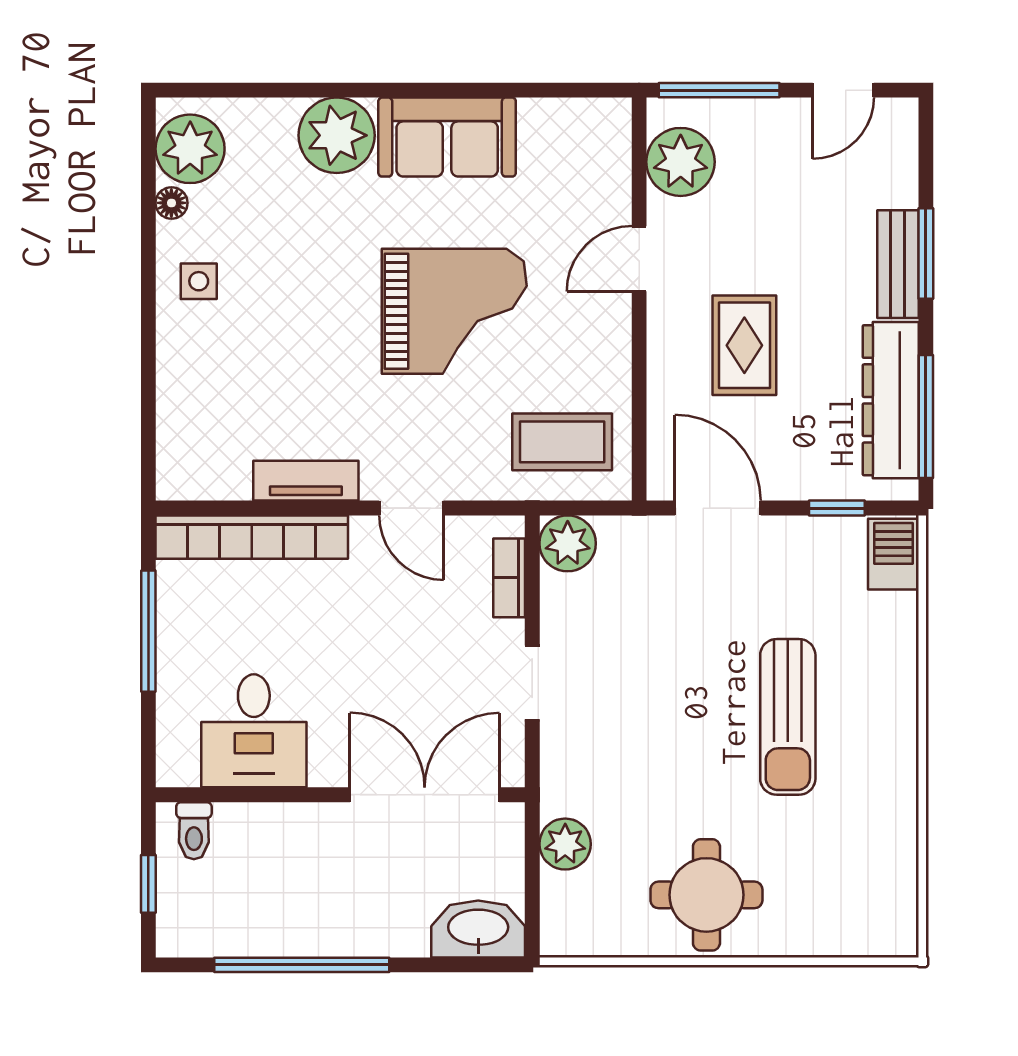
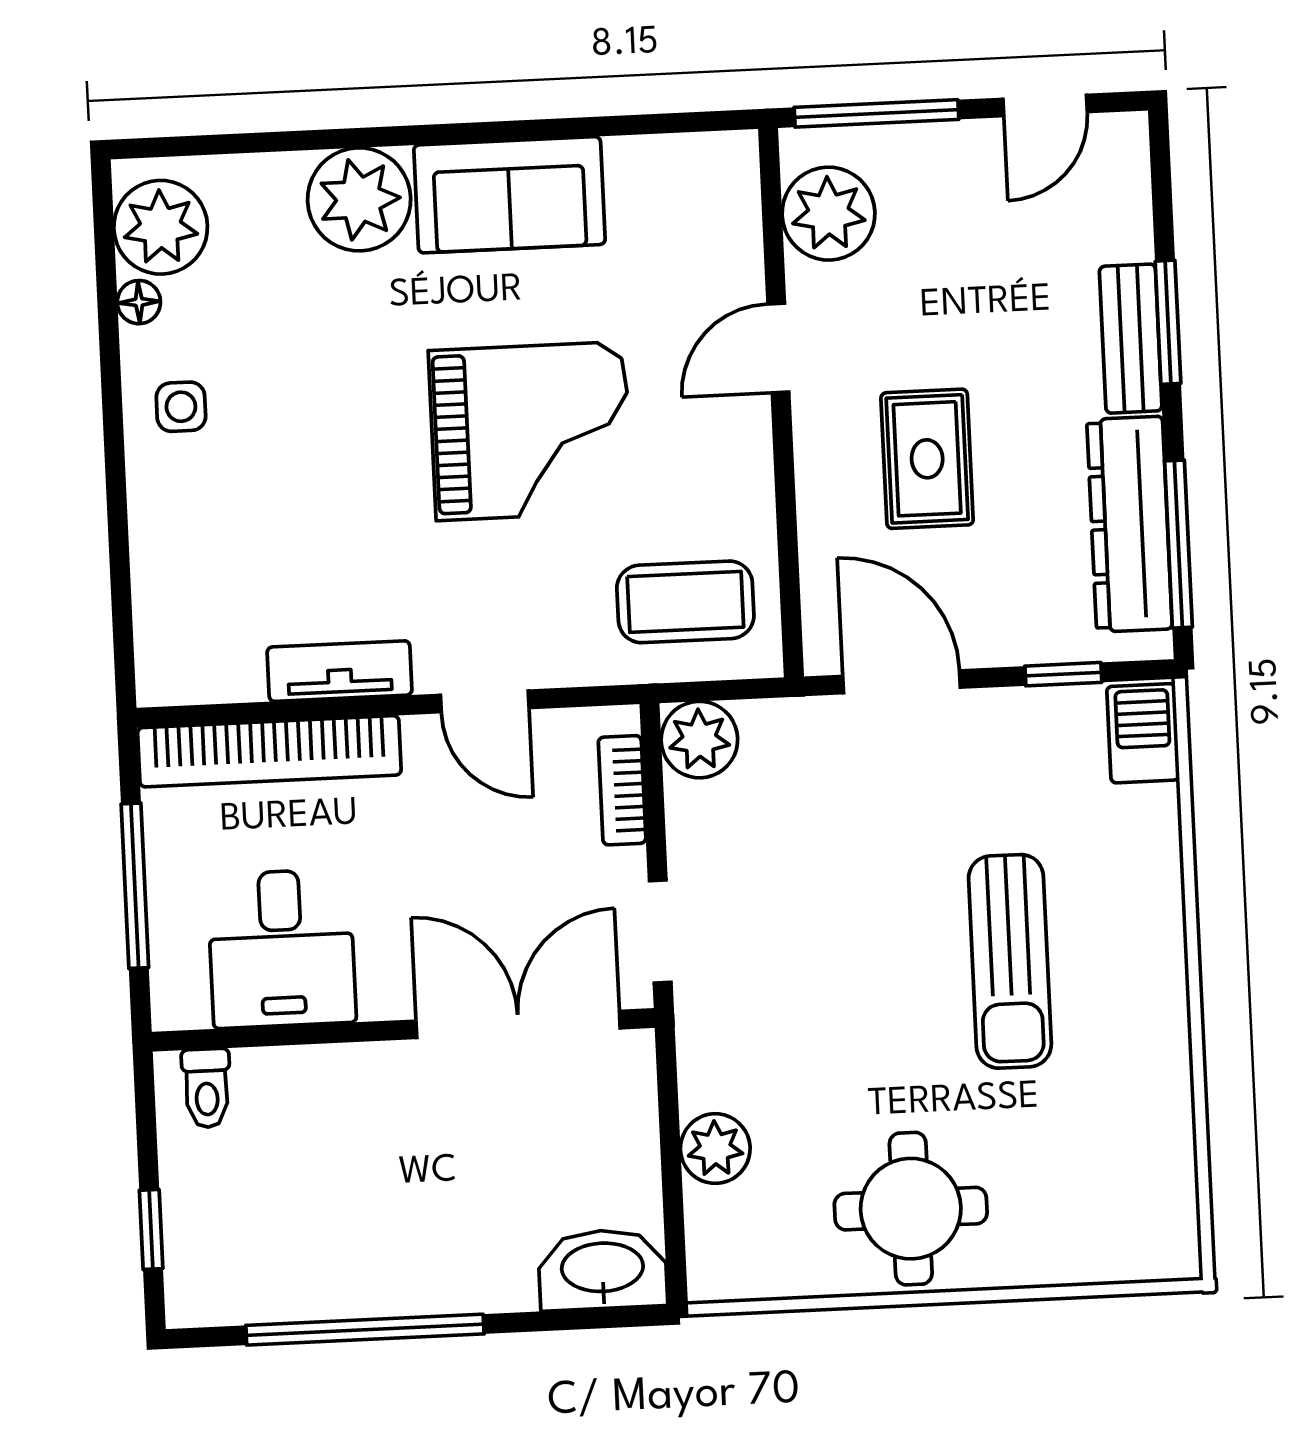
desk: (254, 731) -> (282, 948), moved
wall: (340, 795) -> (403, 1030), moved
double door: (425, 795) -> (518, 1024), moved
toilet: (194, 831) -> (207, 1088), moved

